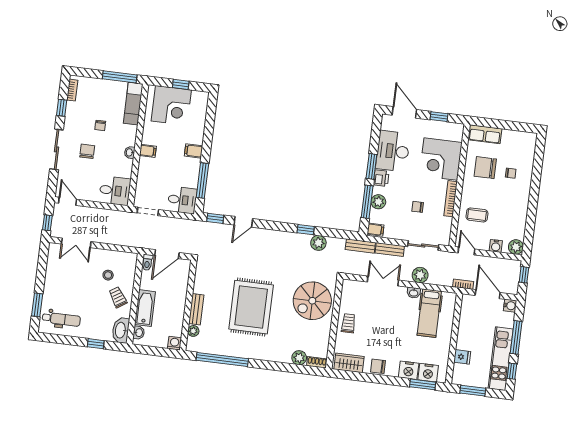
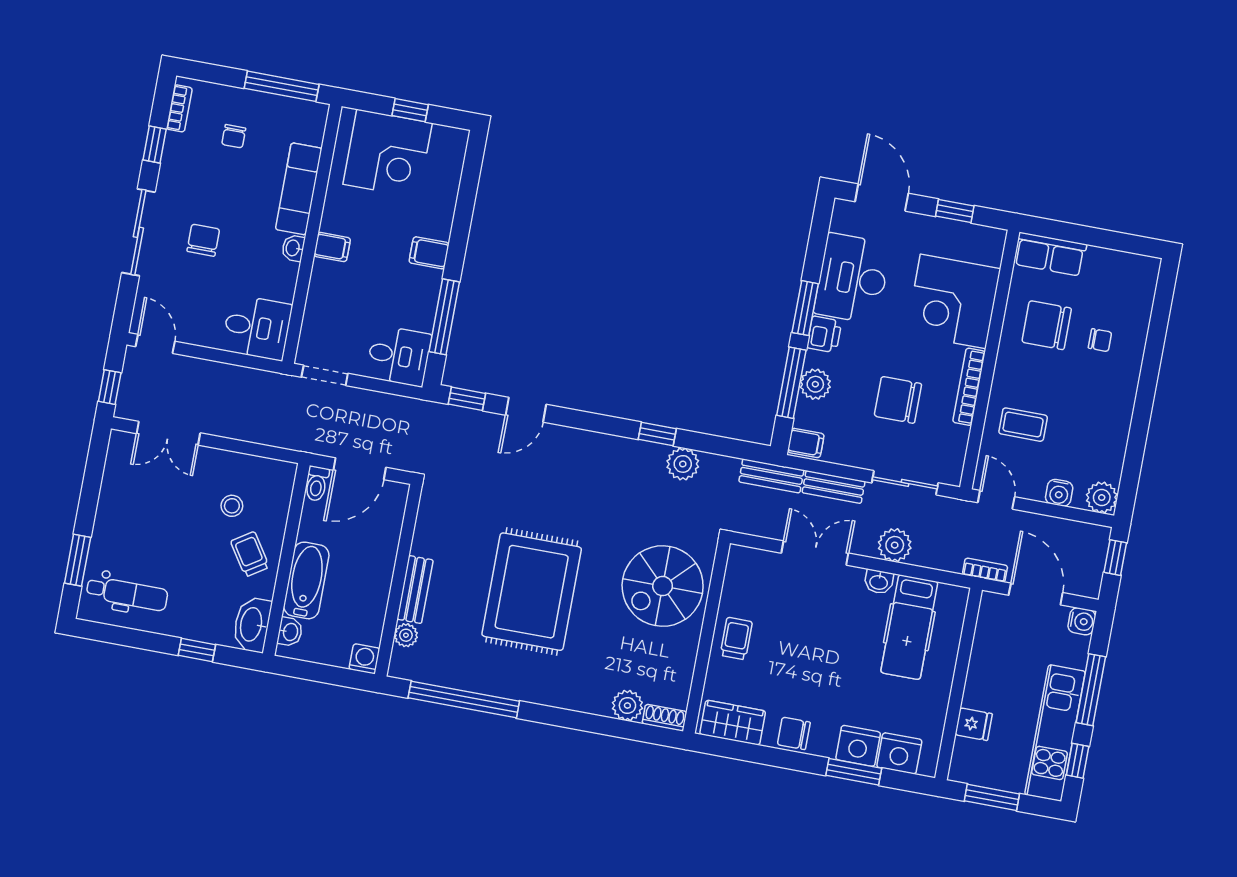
exam couch: (133, 104) -> (299, 189), moved
chair: (100, 125) -> (234, 136), moved
chair: (418, 207) -> (898, 400), width x1.87, depth x1.87
window: (423, 384) -> (854, 772), moved

